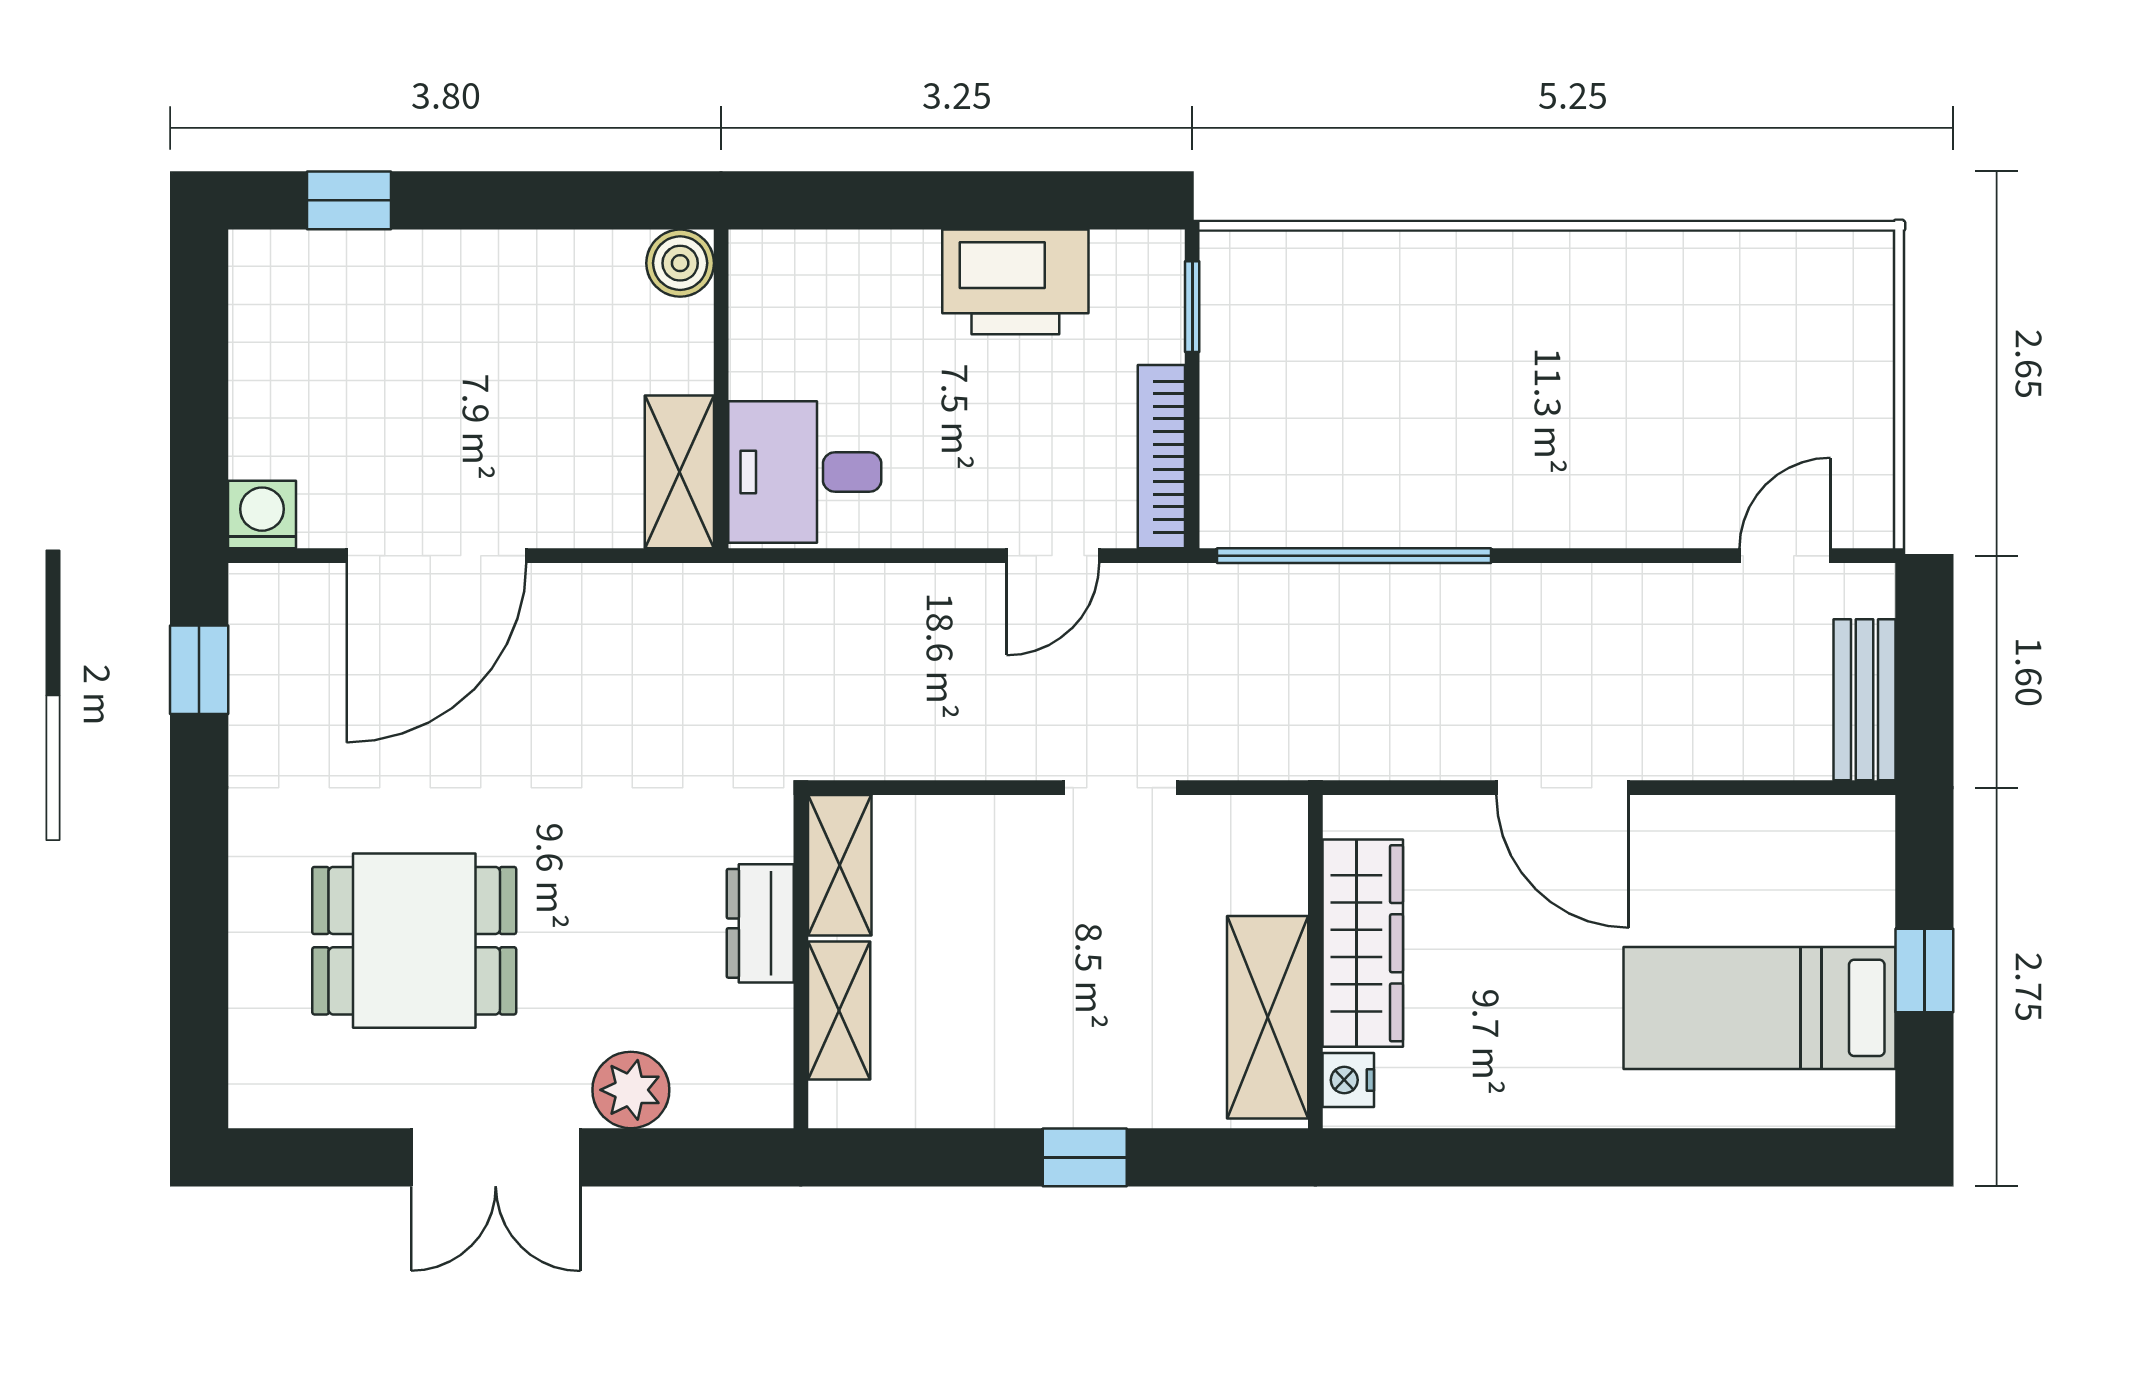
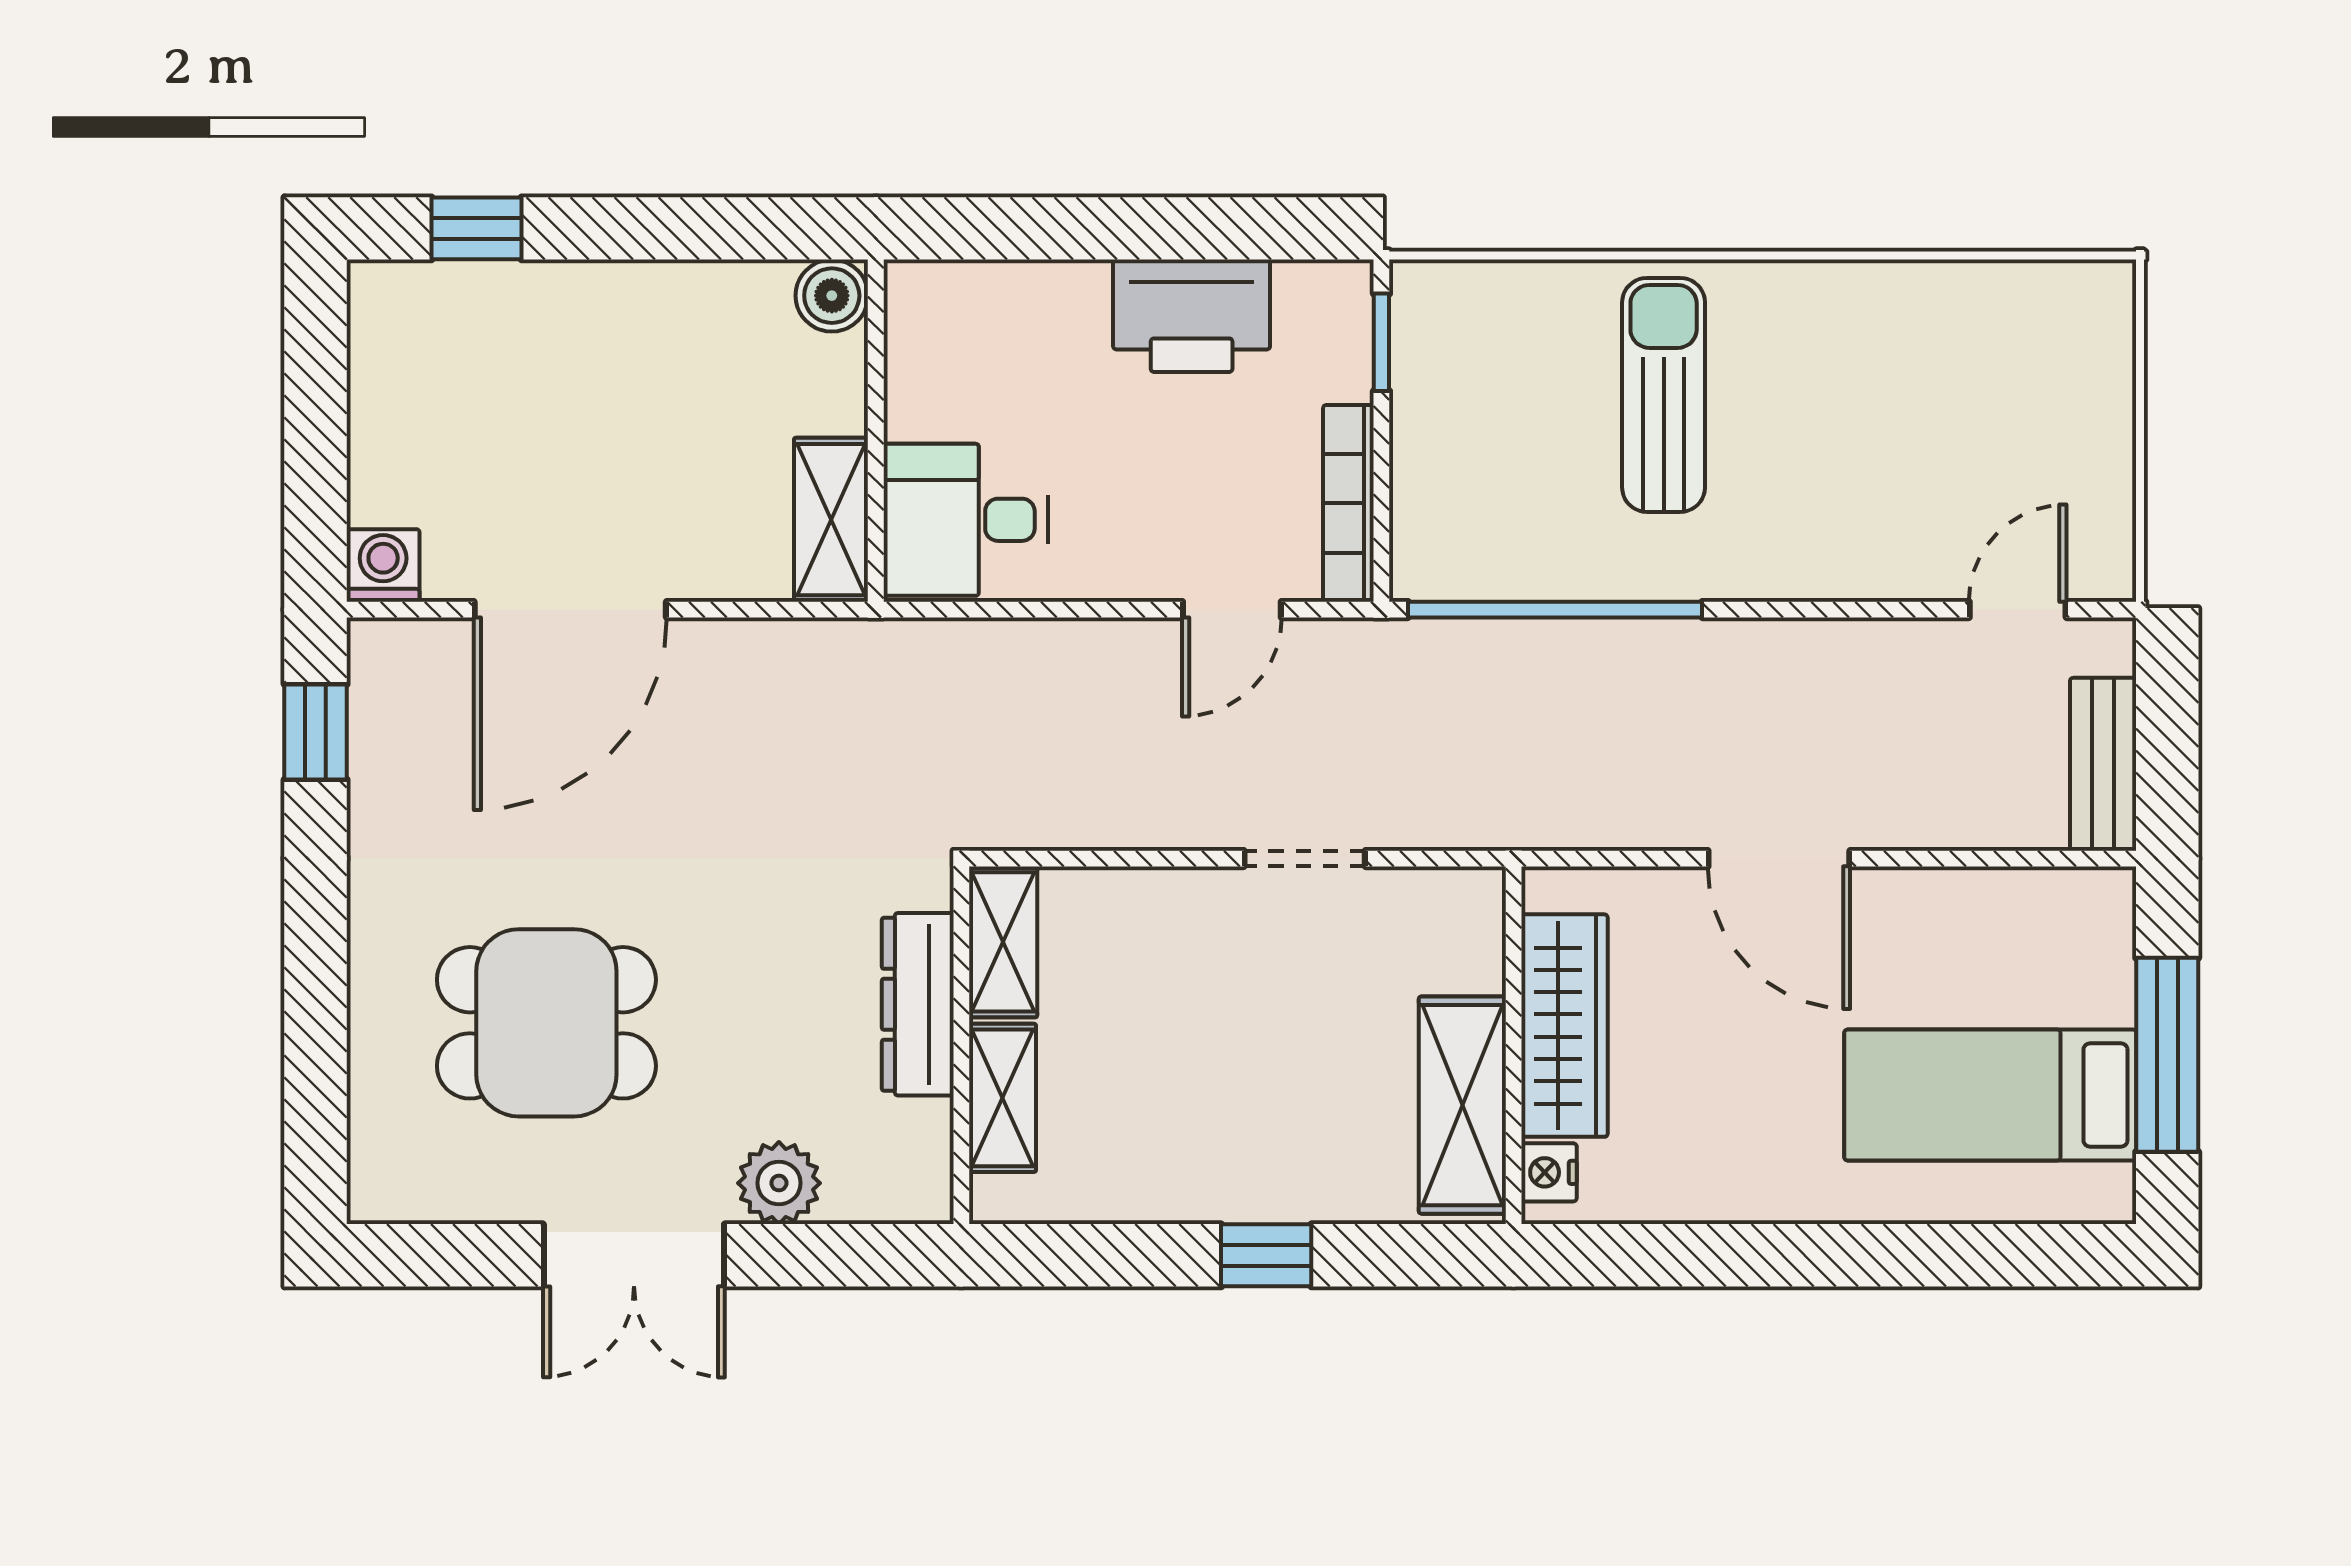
sun lounger: (1455, 356) -> (1664, 395), added
dresser: (760, 923) -> (918, 1004), width x1.44
window: (1924, 970) -> (2167, 1055), width x2.17

